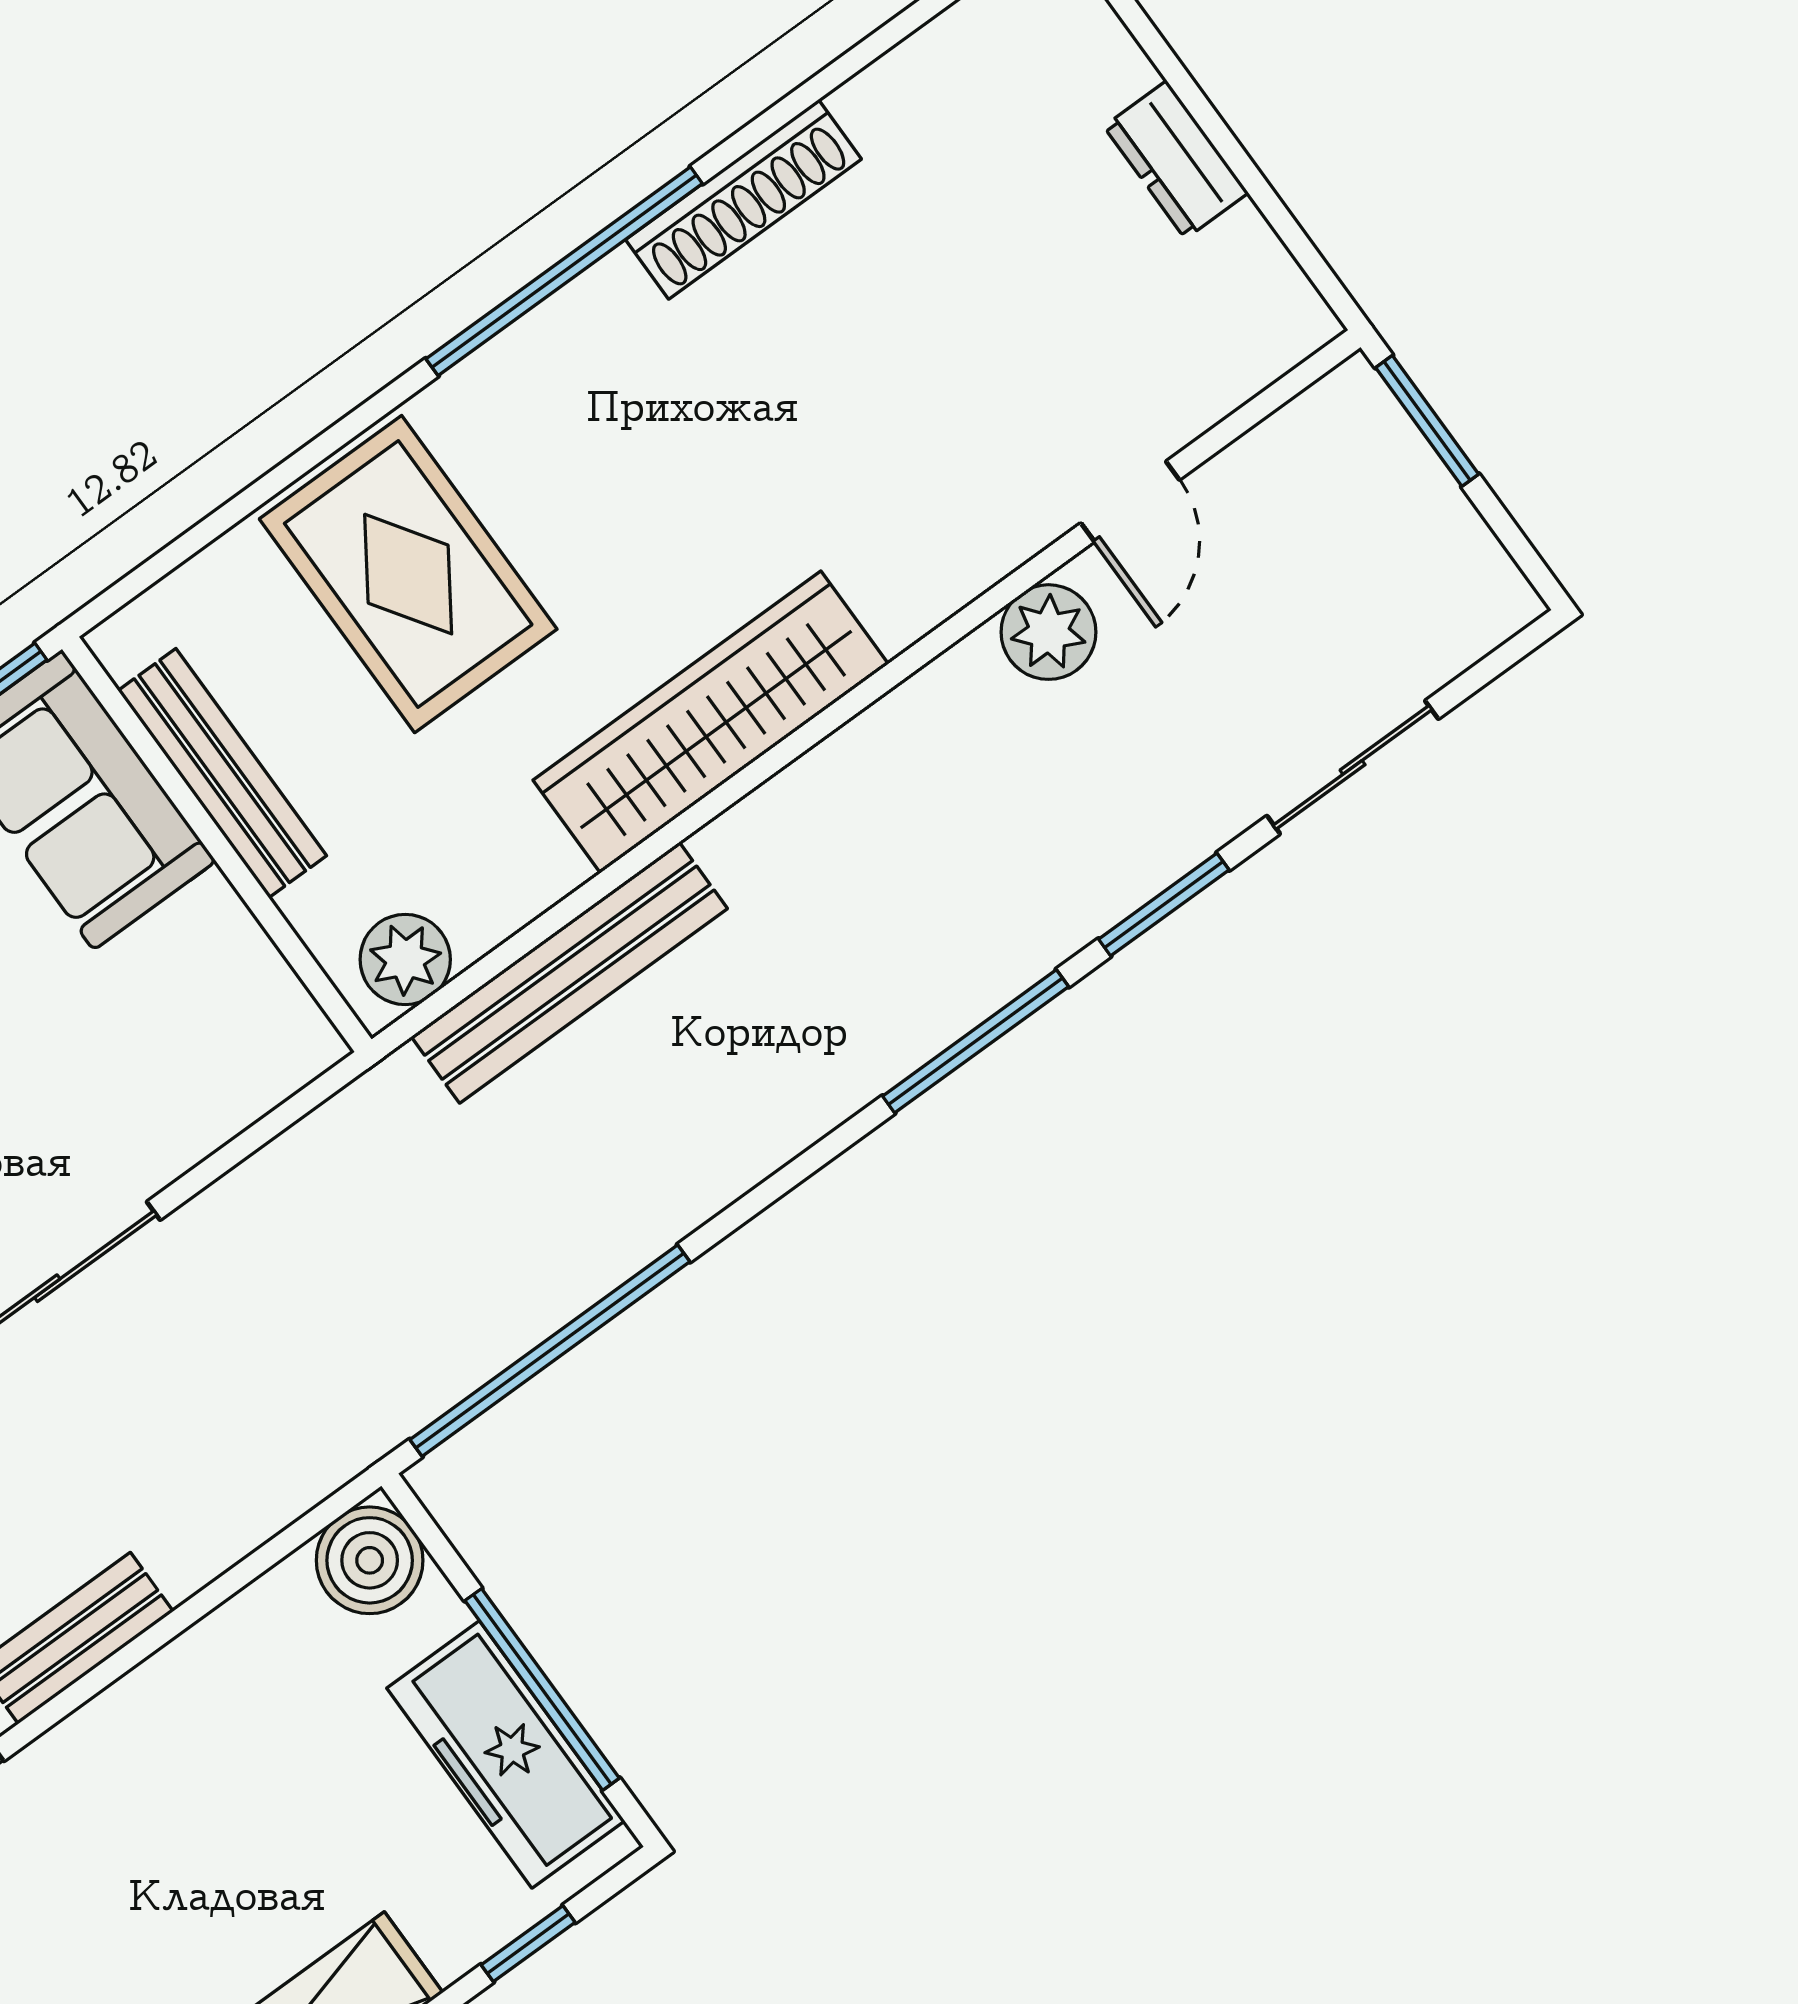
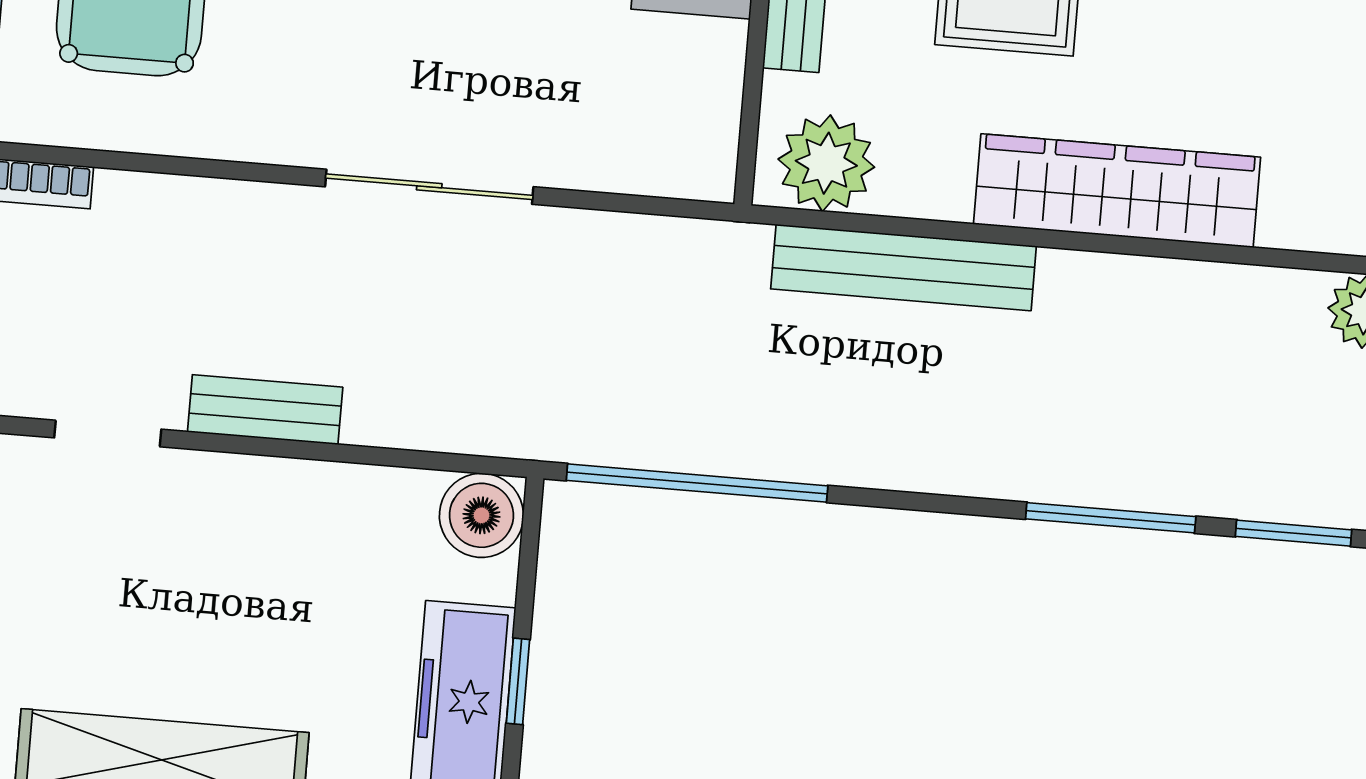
plant: (405, 959) -> (826, 163), width x1.36, depth x1.36
window: (542, 1689) -> (518, 681), width x0.46

